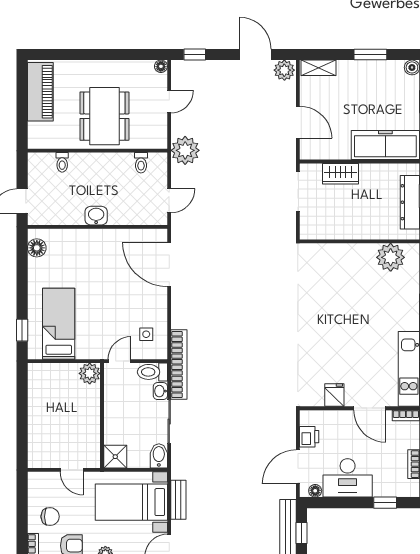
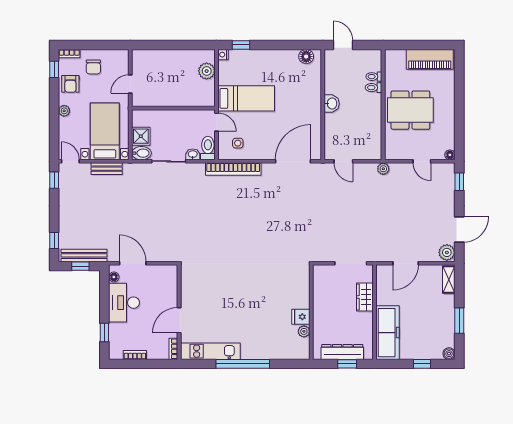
plant: (185, 150) -> (383, 169), width x0.53, depth x0.53
toilet: (141, 163) -> (374, 88), moved
plant: (391, 257) -> (304, 331), width x0.53, depth x0.53
bed: (59, 324) -> (246, 98), moved
nightstand: (34, 353) -> (223, 55), added
bookcase: (179, 365) -> (233, 169), moved
plant: (90, 373) -> (207, 71), moved
fridge: (334, 395) -> (301, 317), moved, turned 180
printer: (309, 437) -> (157, 272), removed
shower: (115, 457) -> (141, 136), moved

